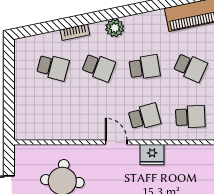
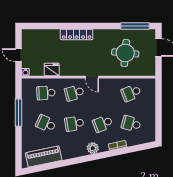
school desk: (99, 67) -> (103, 124), turned -42
school desk: (53, 117) -> (131, 93), added
fridge: (152, 155) -> (52, 69), moved

